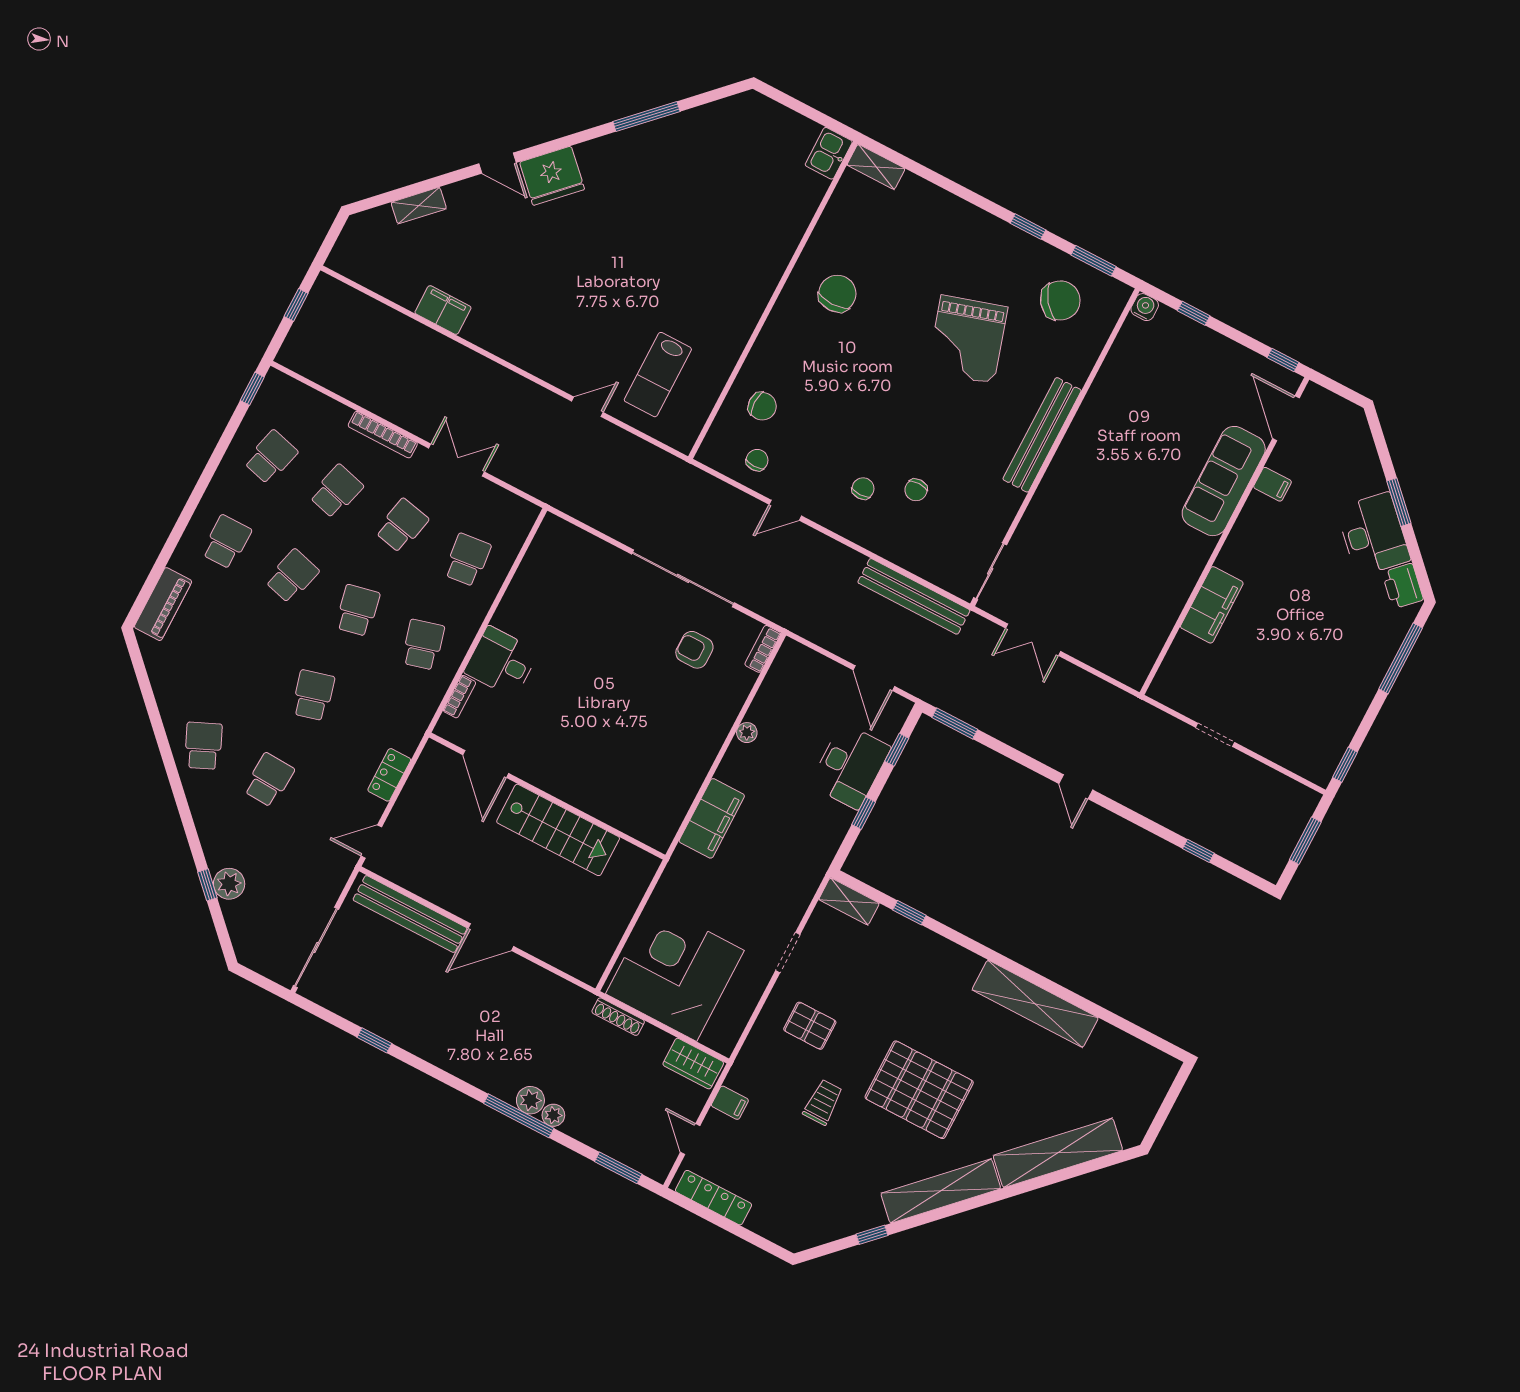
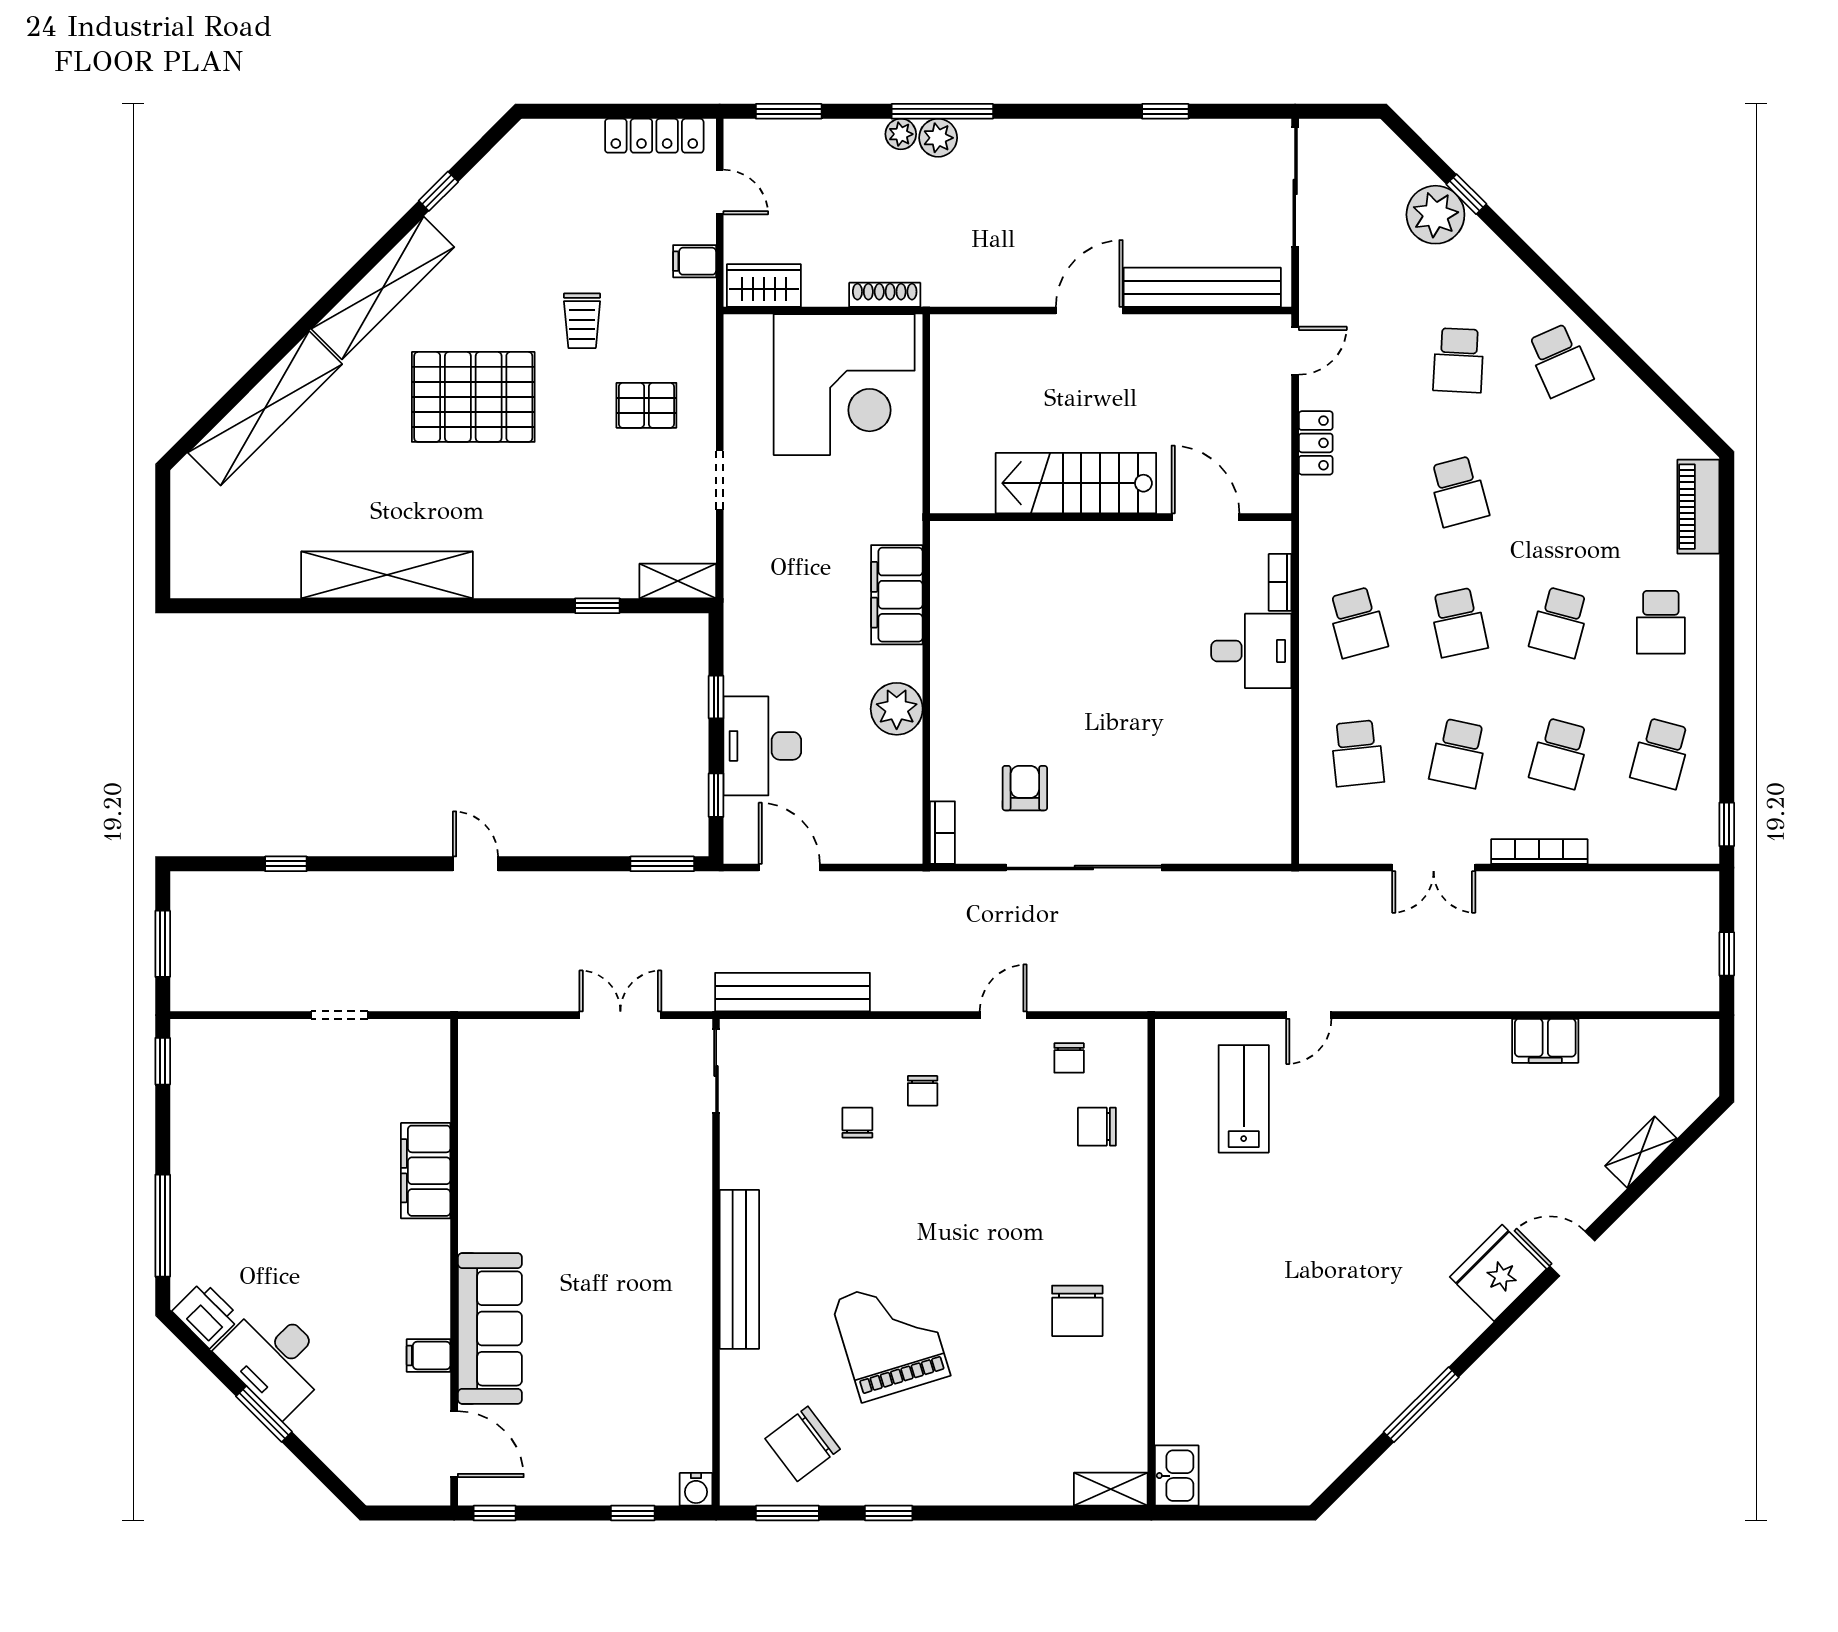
armchair: (694, 650) -> (1025, 788), turned -90
plant: (747, 733) -> (897, 709), width x1.87, depth x1.87
plant: (229, 884) -> (1435, 215), width x1.36, depth x1.36

